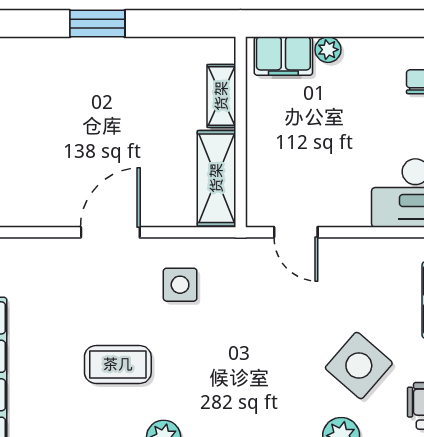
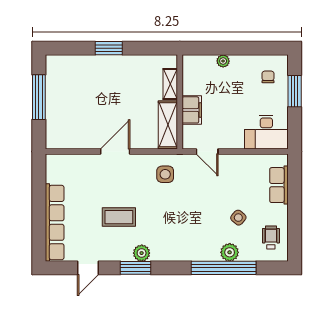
filing cabinet: (283, 56) -> (192, 110), moved, turned -90
side table: (180, 285) -> (165, 174), moved
side table: (359, 366) -> (238, 218), width x0.54, depth x0.54

